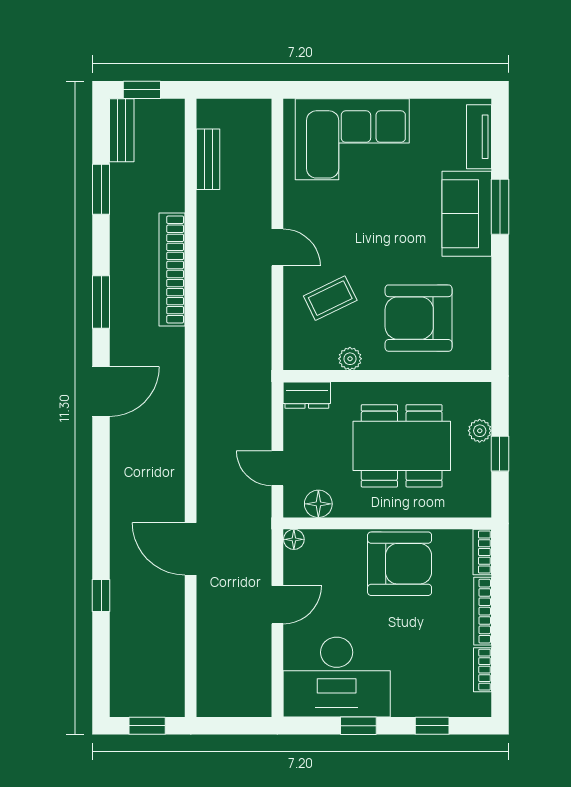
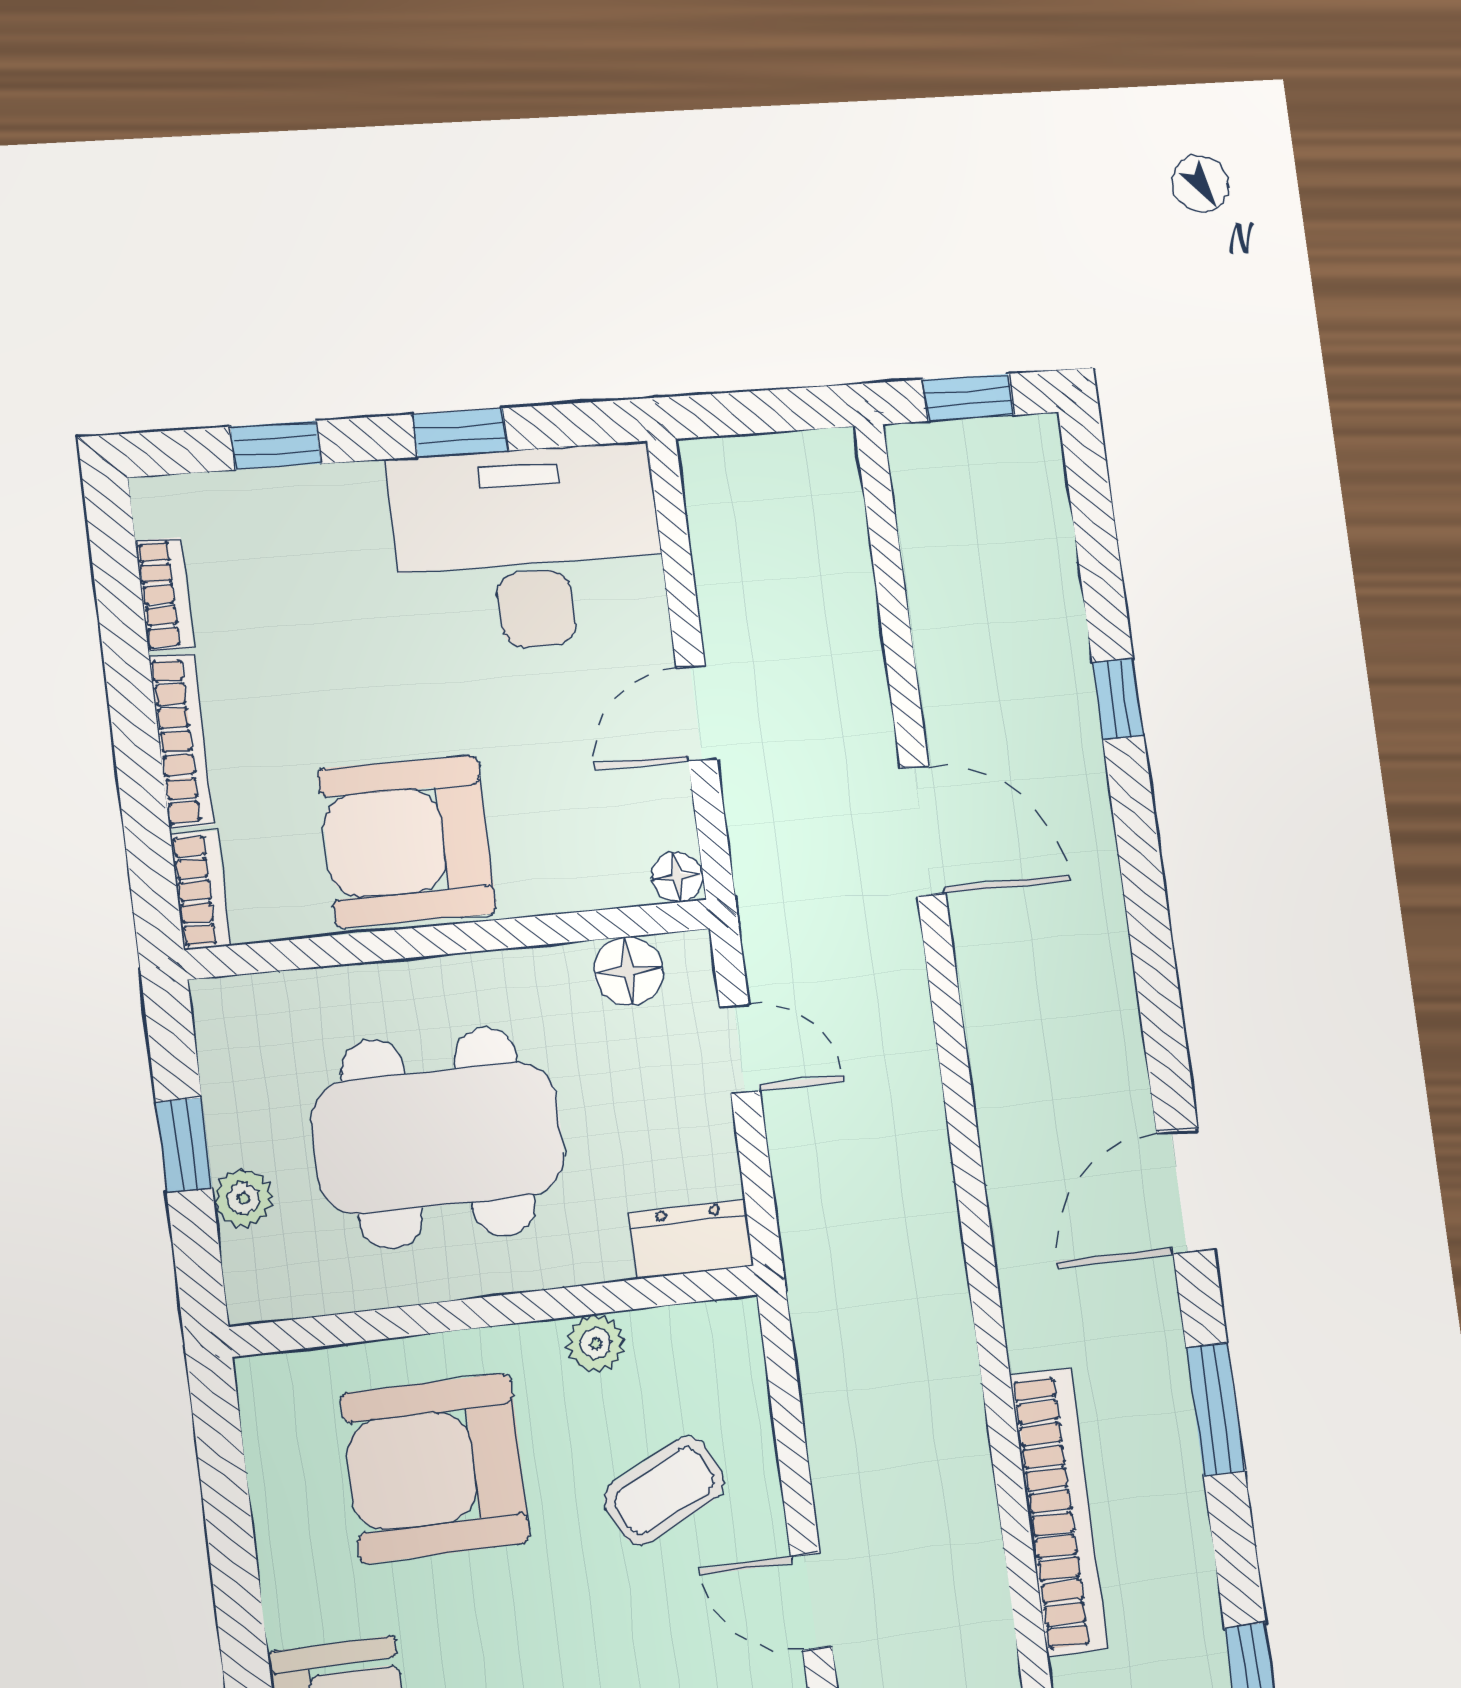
armchair: (419, 318) -> (436, 1468), turned 180

